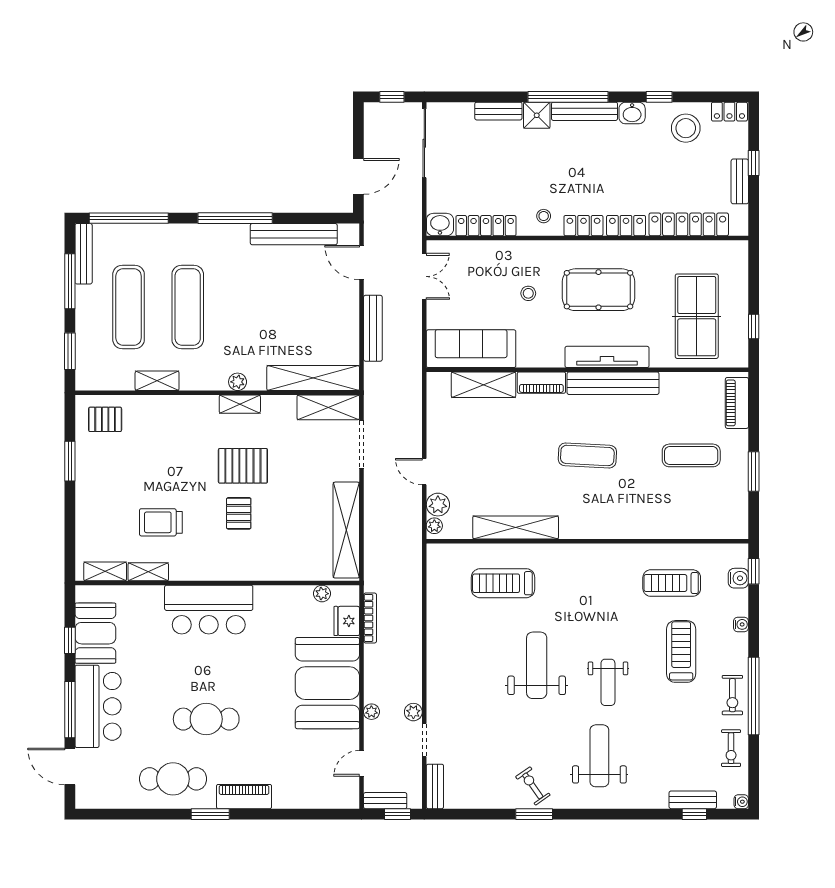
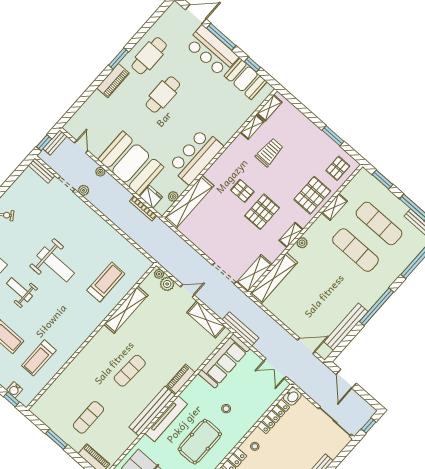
bench: (373, 328) -> (240, 329), moved
shelving: (483, 385) -> (206, 320), moved, turned 90
pallet: (167, 421) -> (312, 195), added
shelving: (346, 530) -> (189, 202), moved, turned 90
treadmill: (672, 583) -> (39, 358), turned 180
bar counter: (209, 610) -> (196, 156), moved

